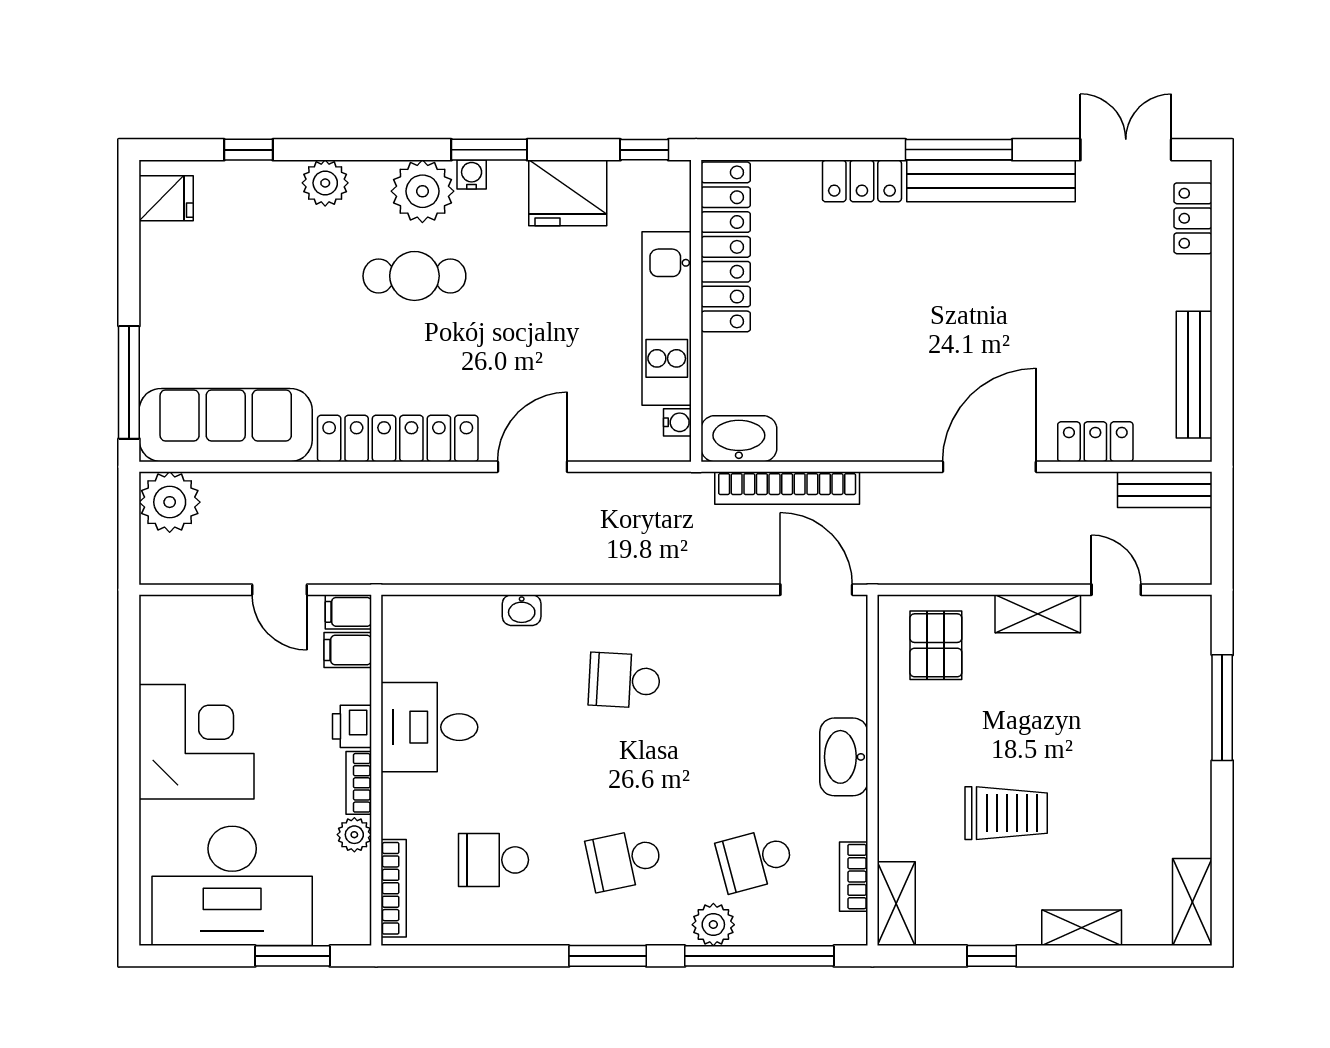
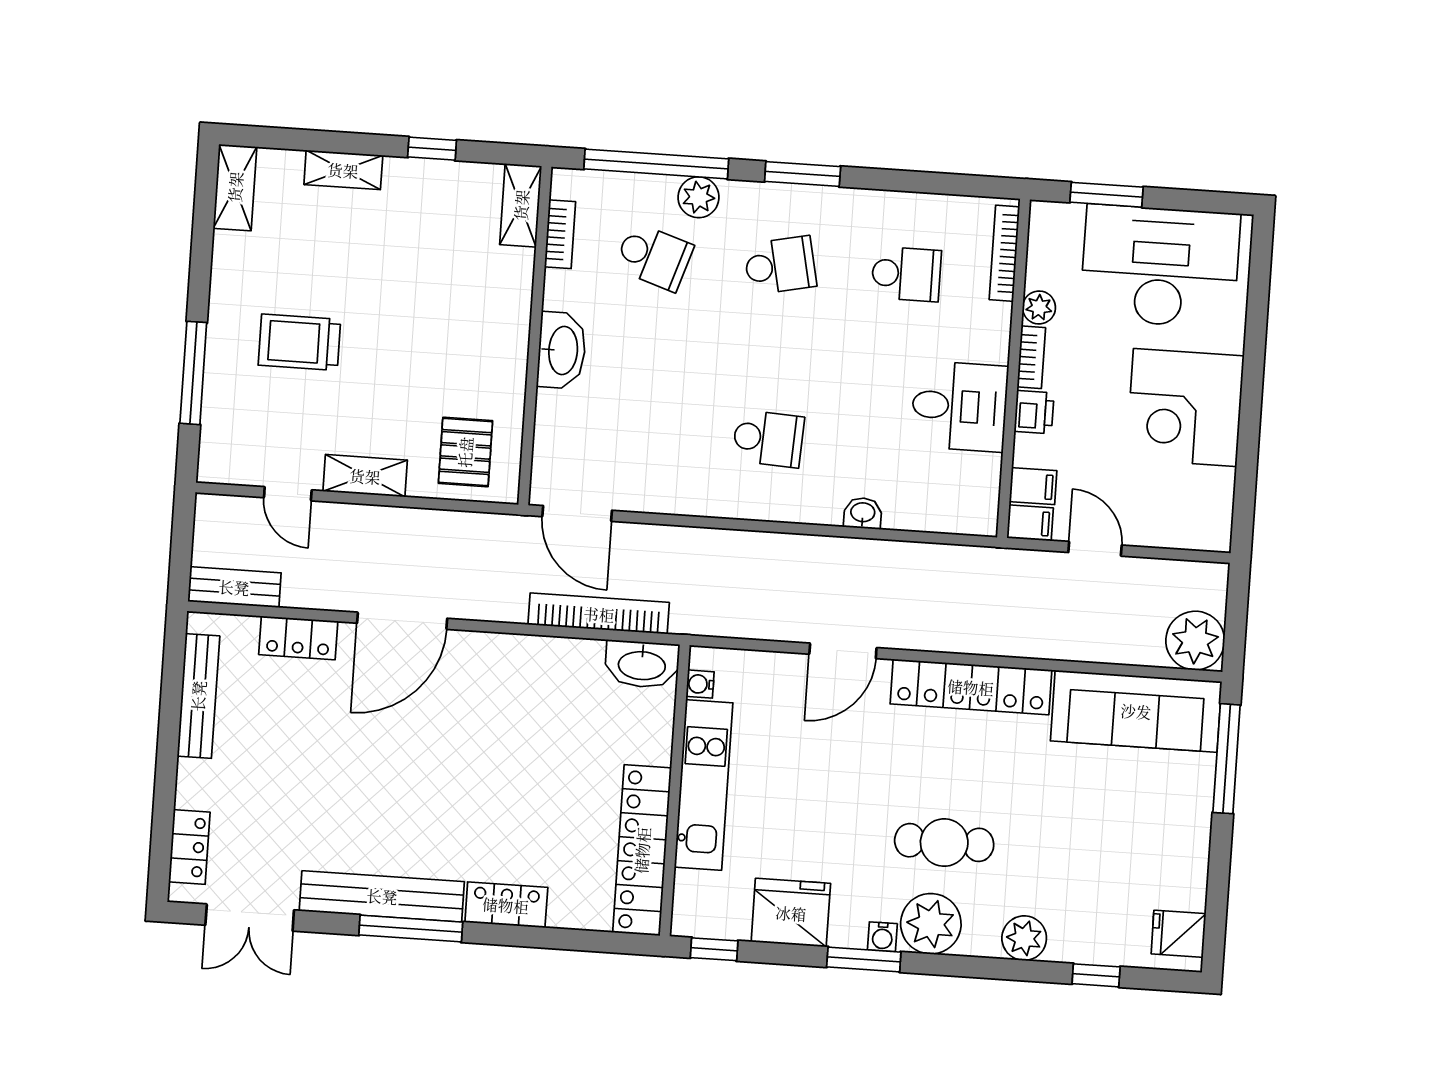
trolley: (1006, 813) -> (299, 342), moved
school desk: (755, 860) -> (654, 257), turned 33

